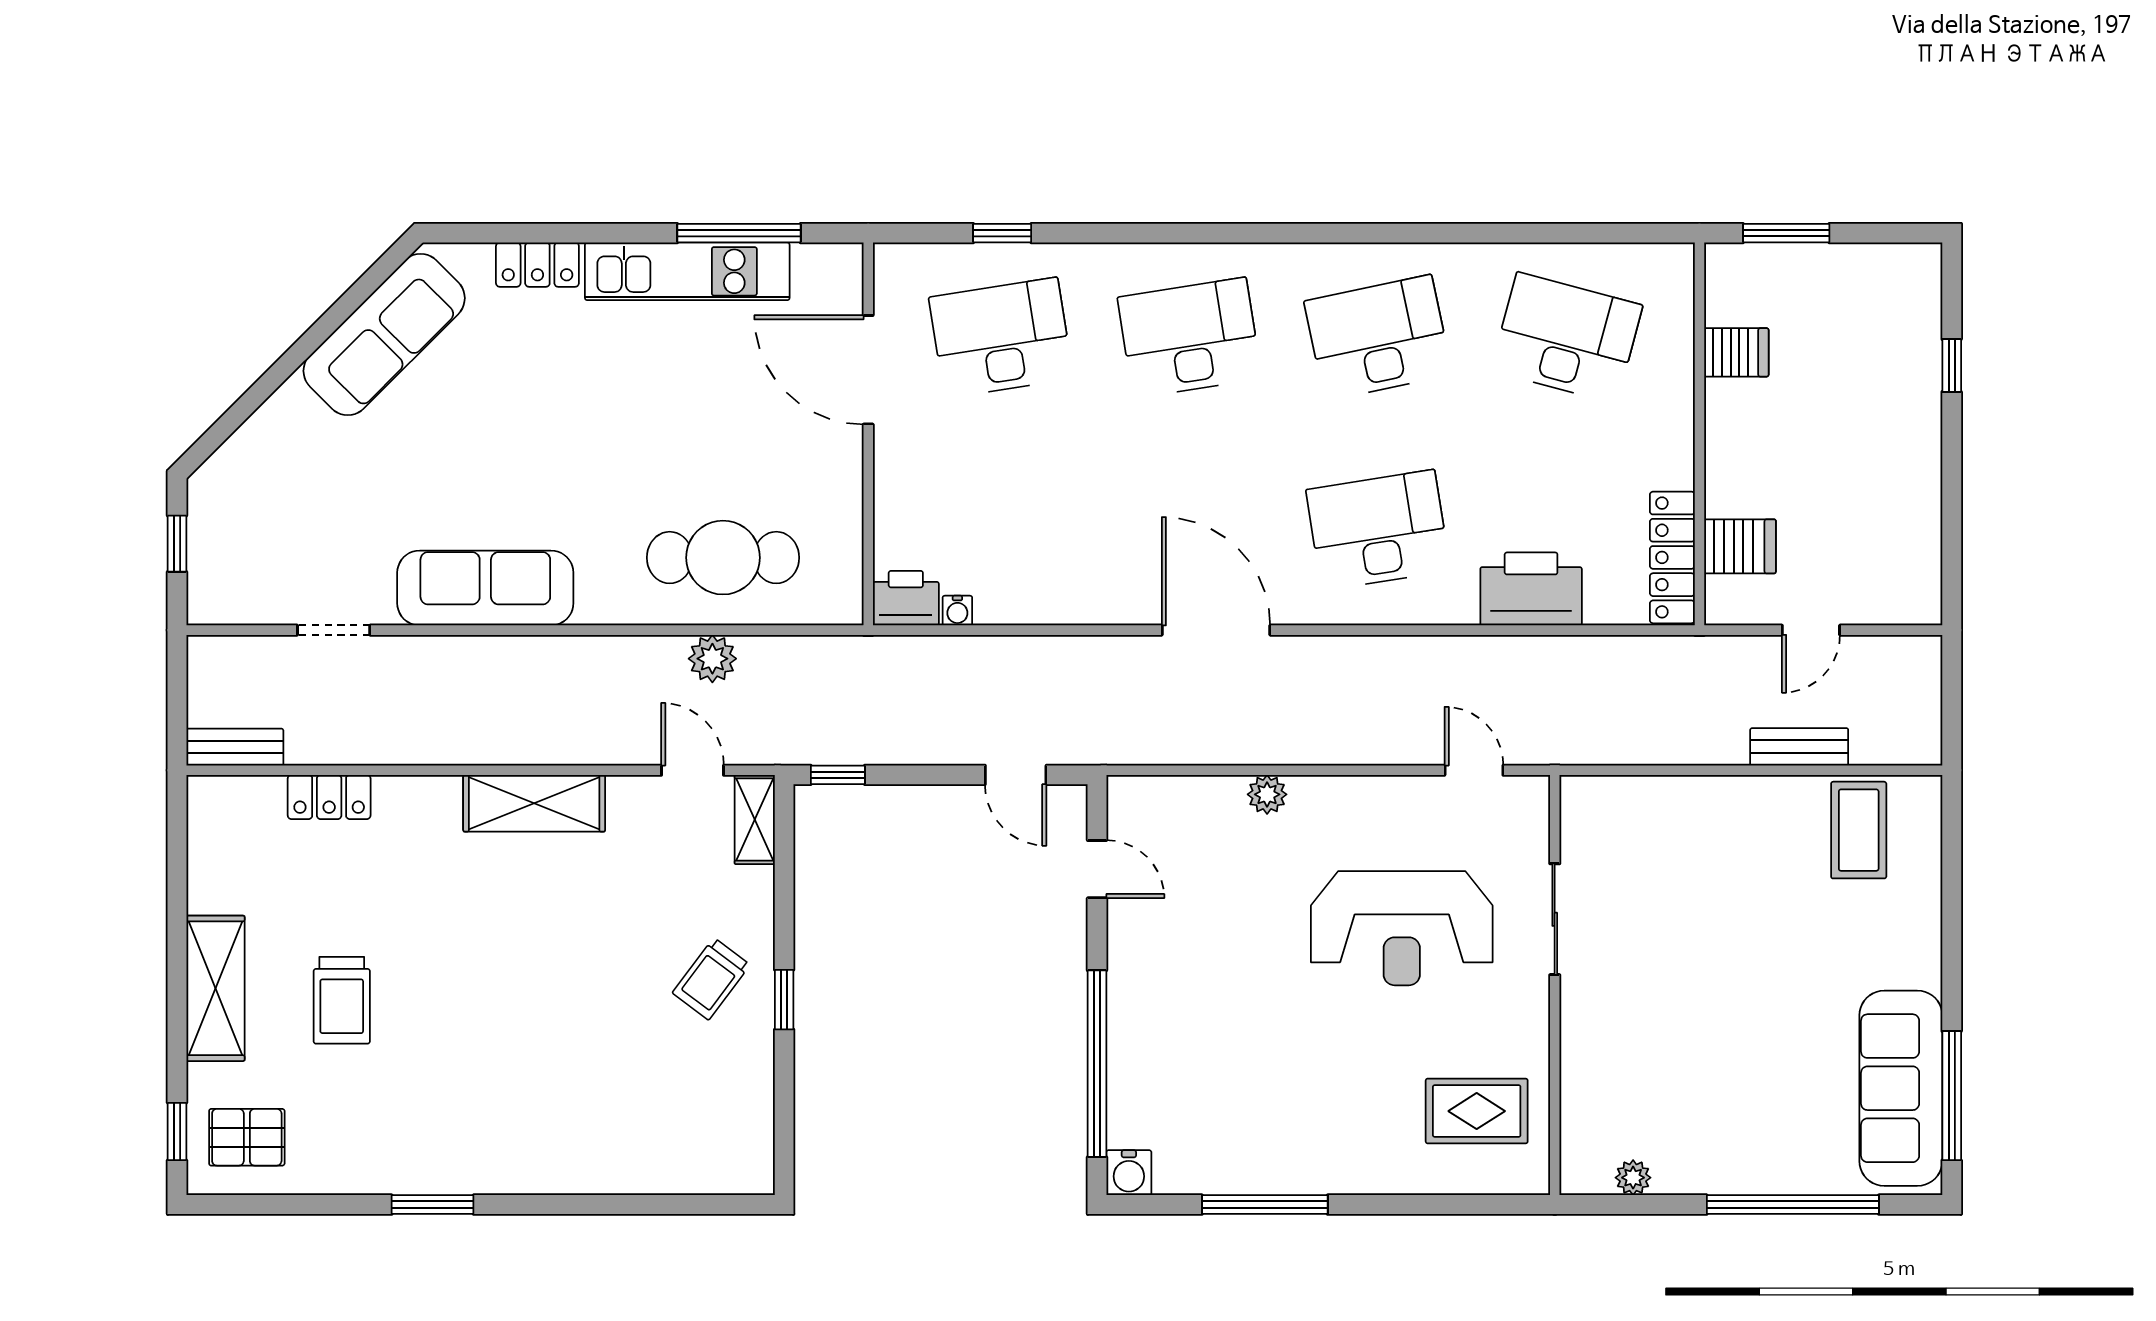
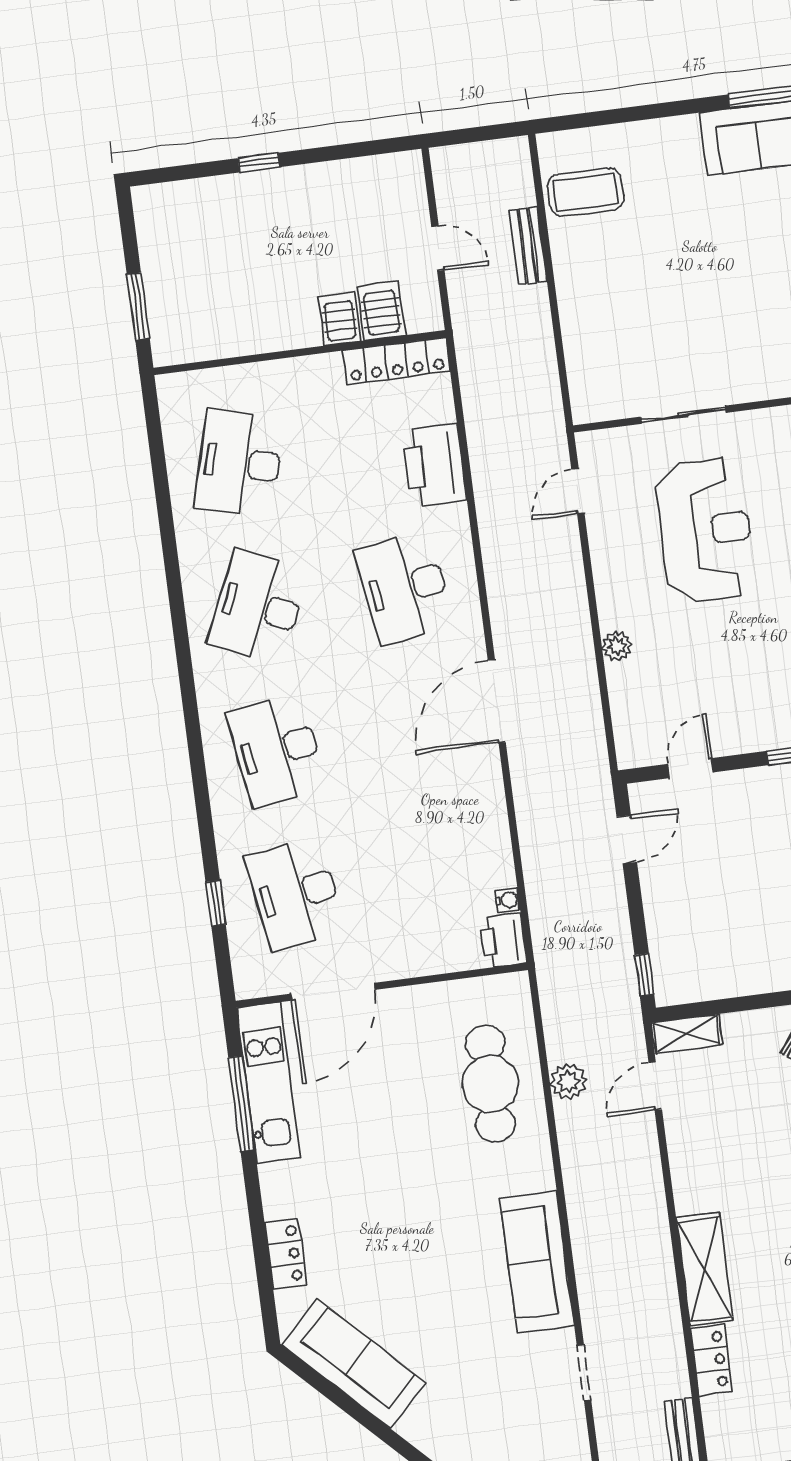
kitchen unit: (687, 271) -> (269, 1083), moved
desk: (1378, 338) -> (258, 607), turned 36
server rack: (1736, 352) -> (340, 319), moved
window: (1952, 366) -> (259, 163), moved
shelving: (534, 803) -> (705, 1269), moved

